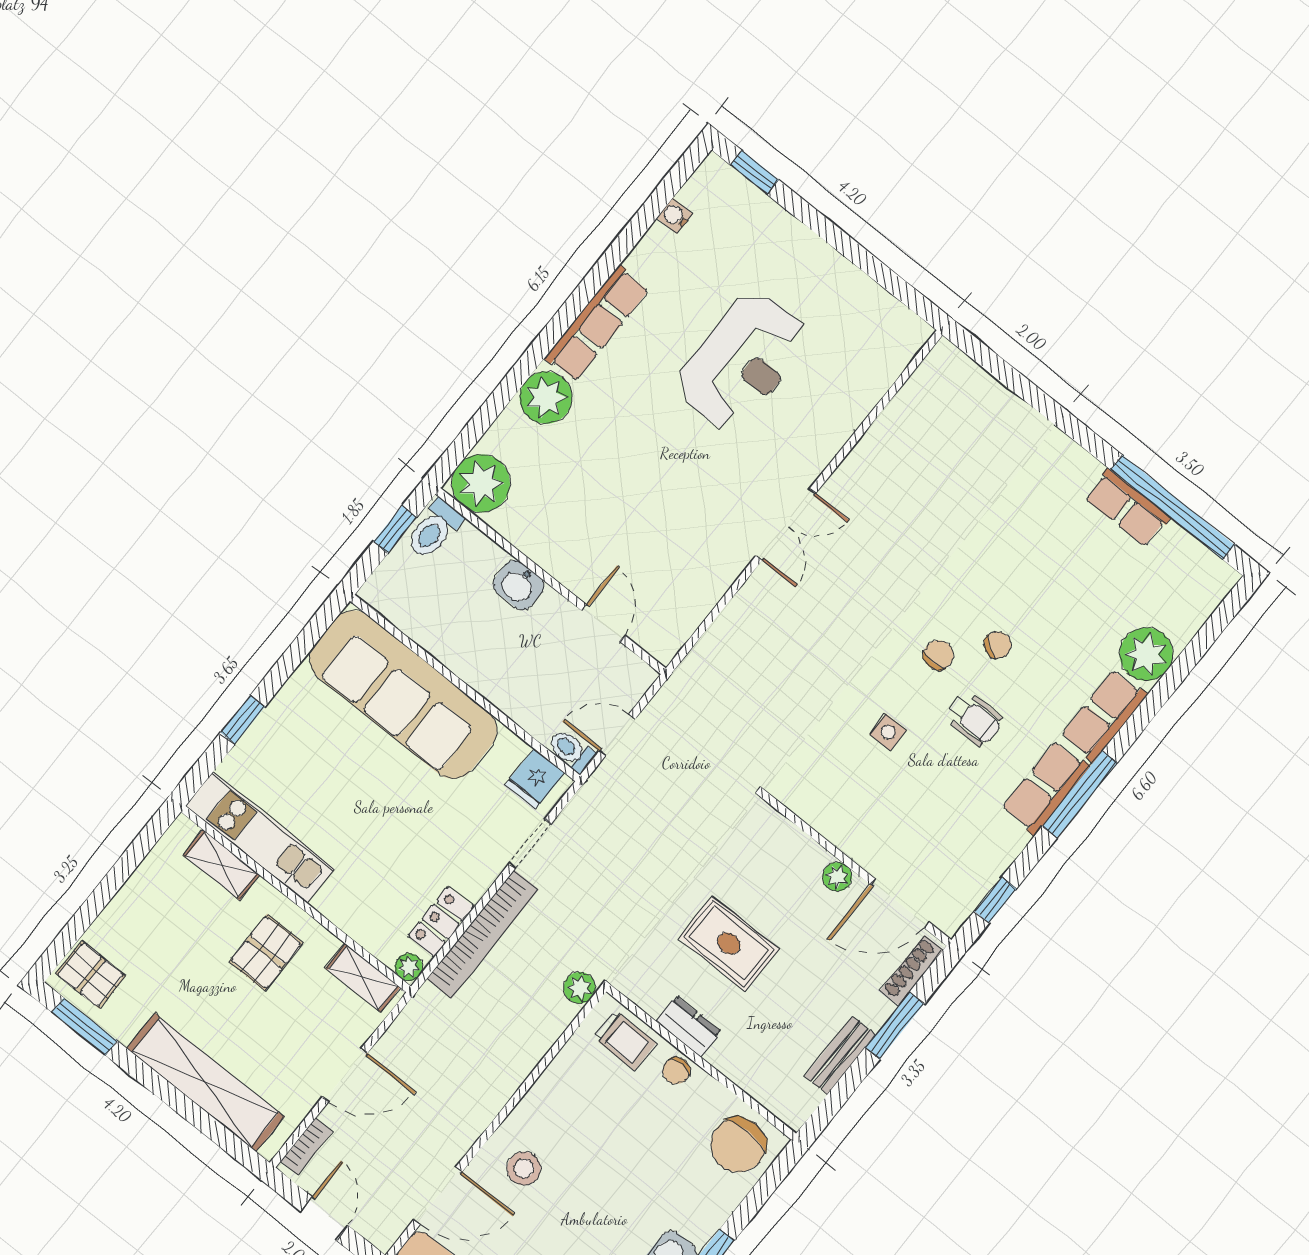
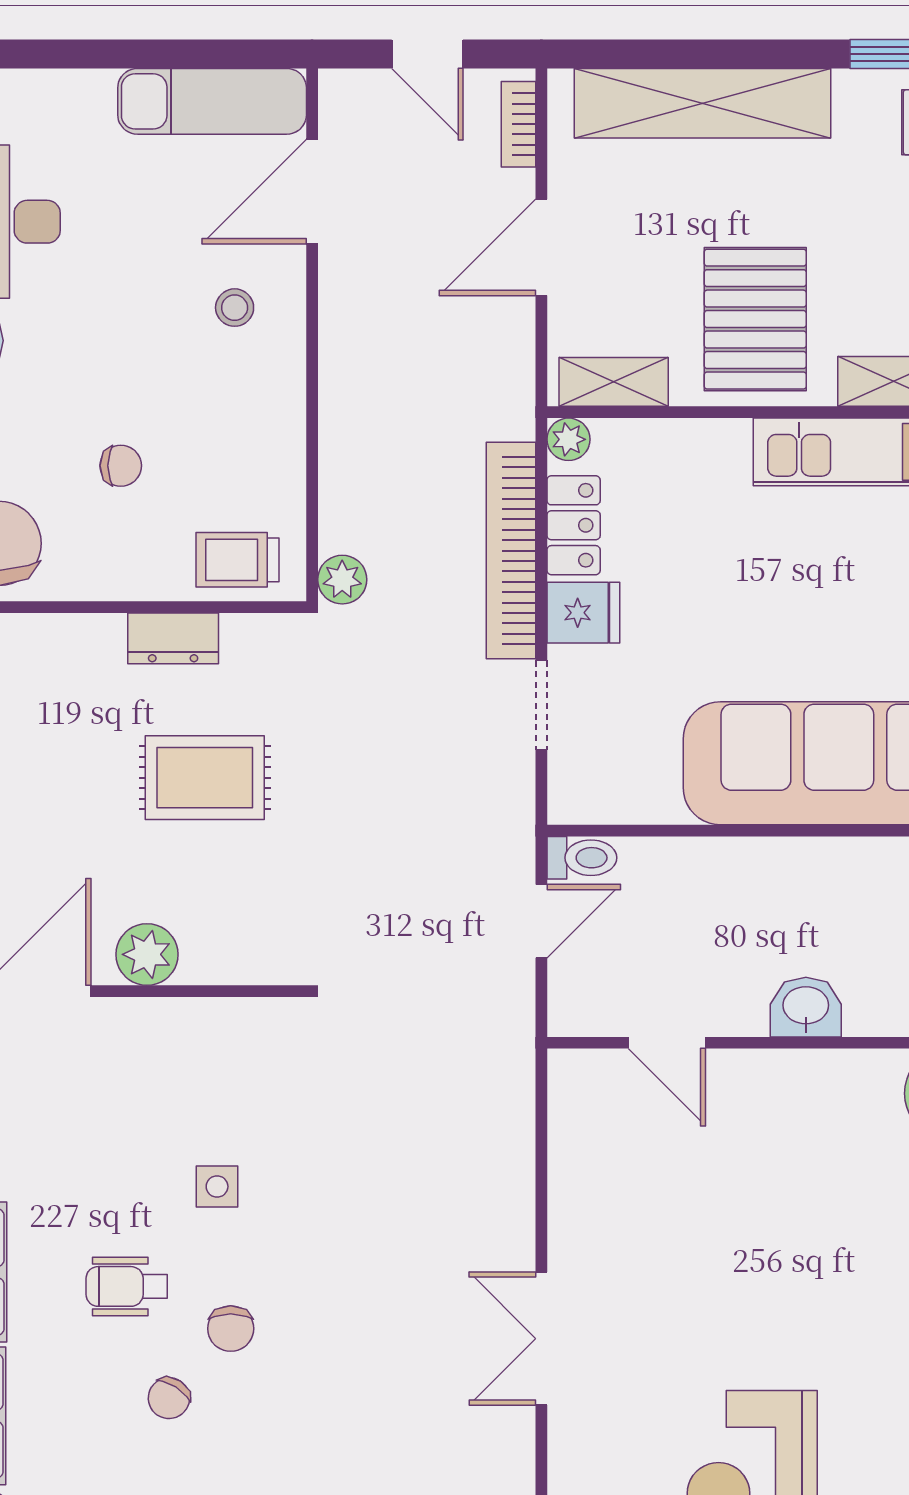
fridge: (535, 779) -> (583, 613), moved, turned 90
plant: (837, 877) -> (147, 954), width x1.38, depth x1.38
pallet: (266, 952) -> (755, 319), width x1.50, depth x1.42
chair: (676, 1071) -> (121, 466), moved, turned 90
stool: (524, 1168) -> (235, 308), width x0.73, depth x0.73

